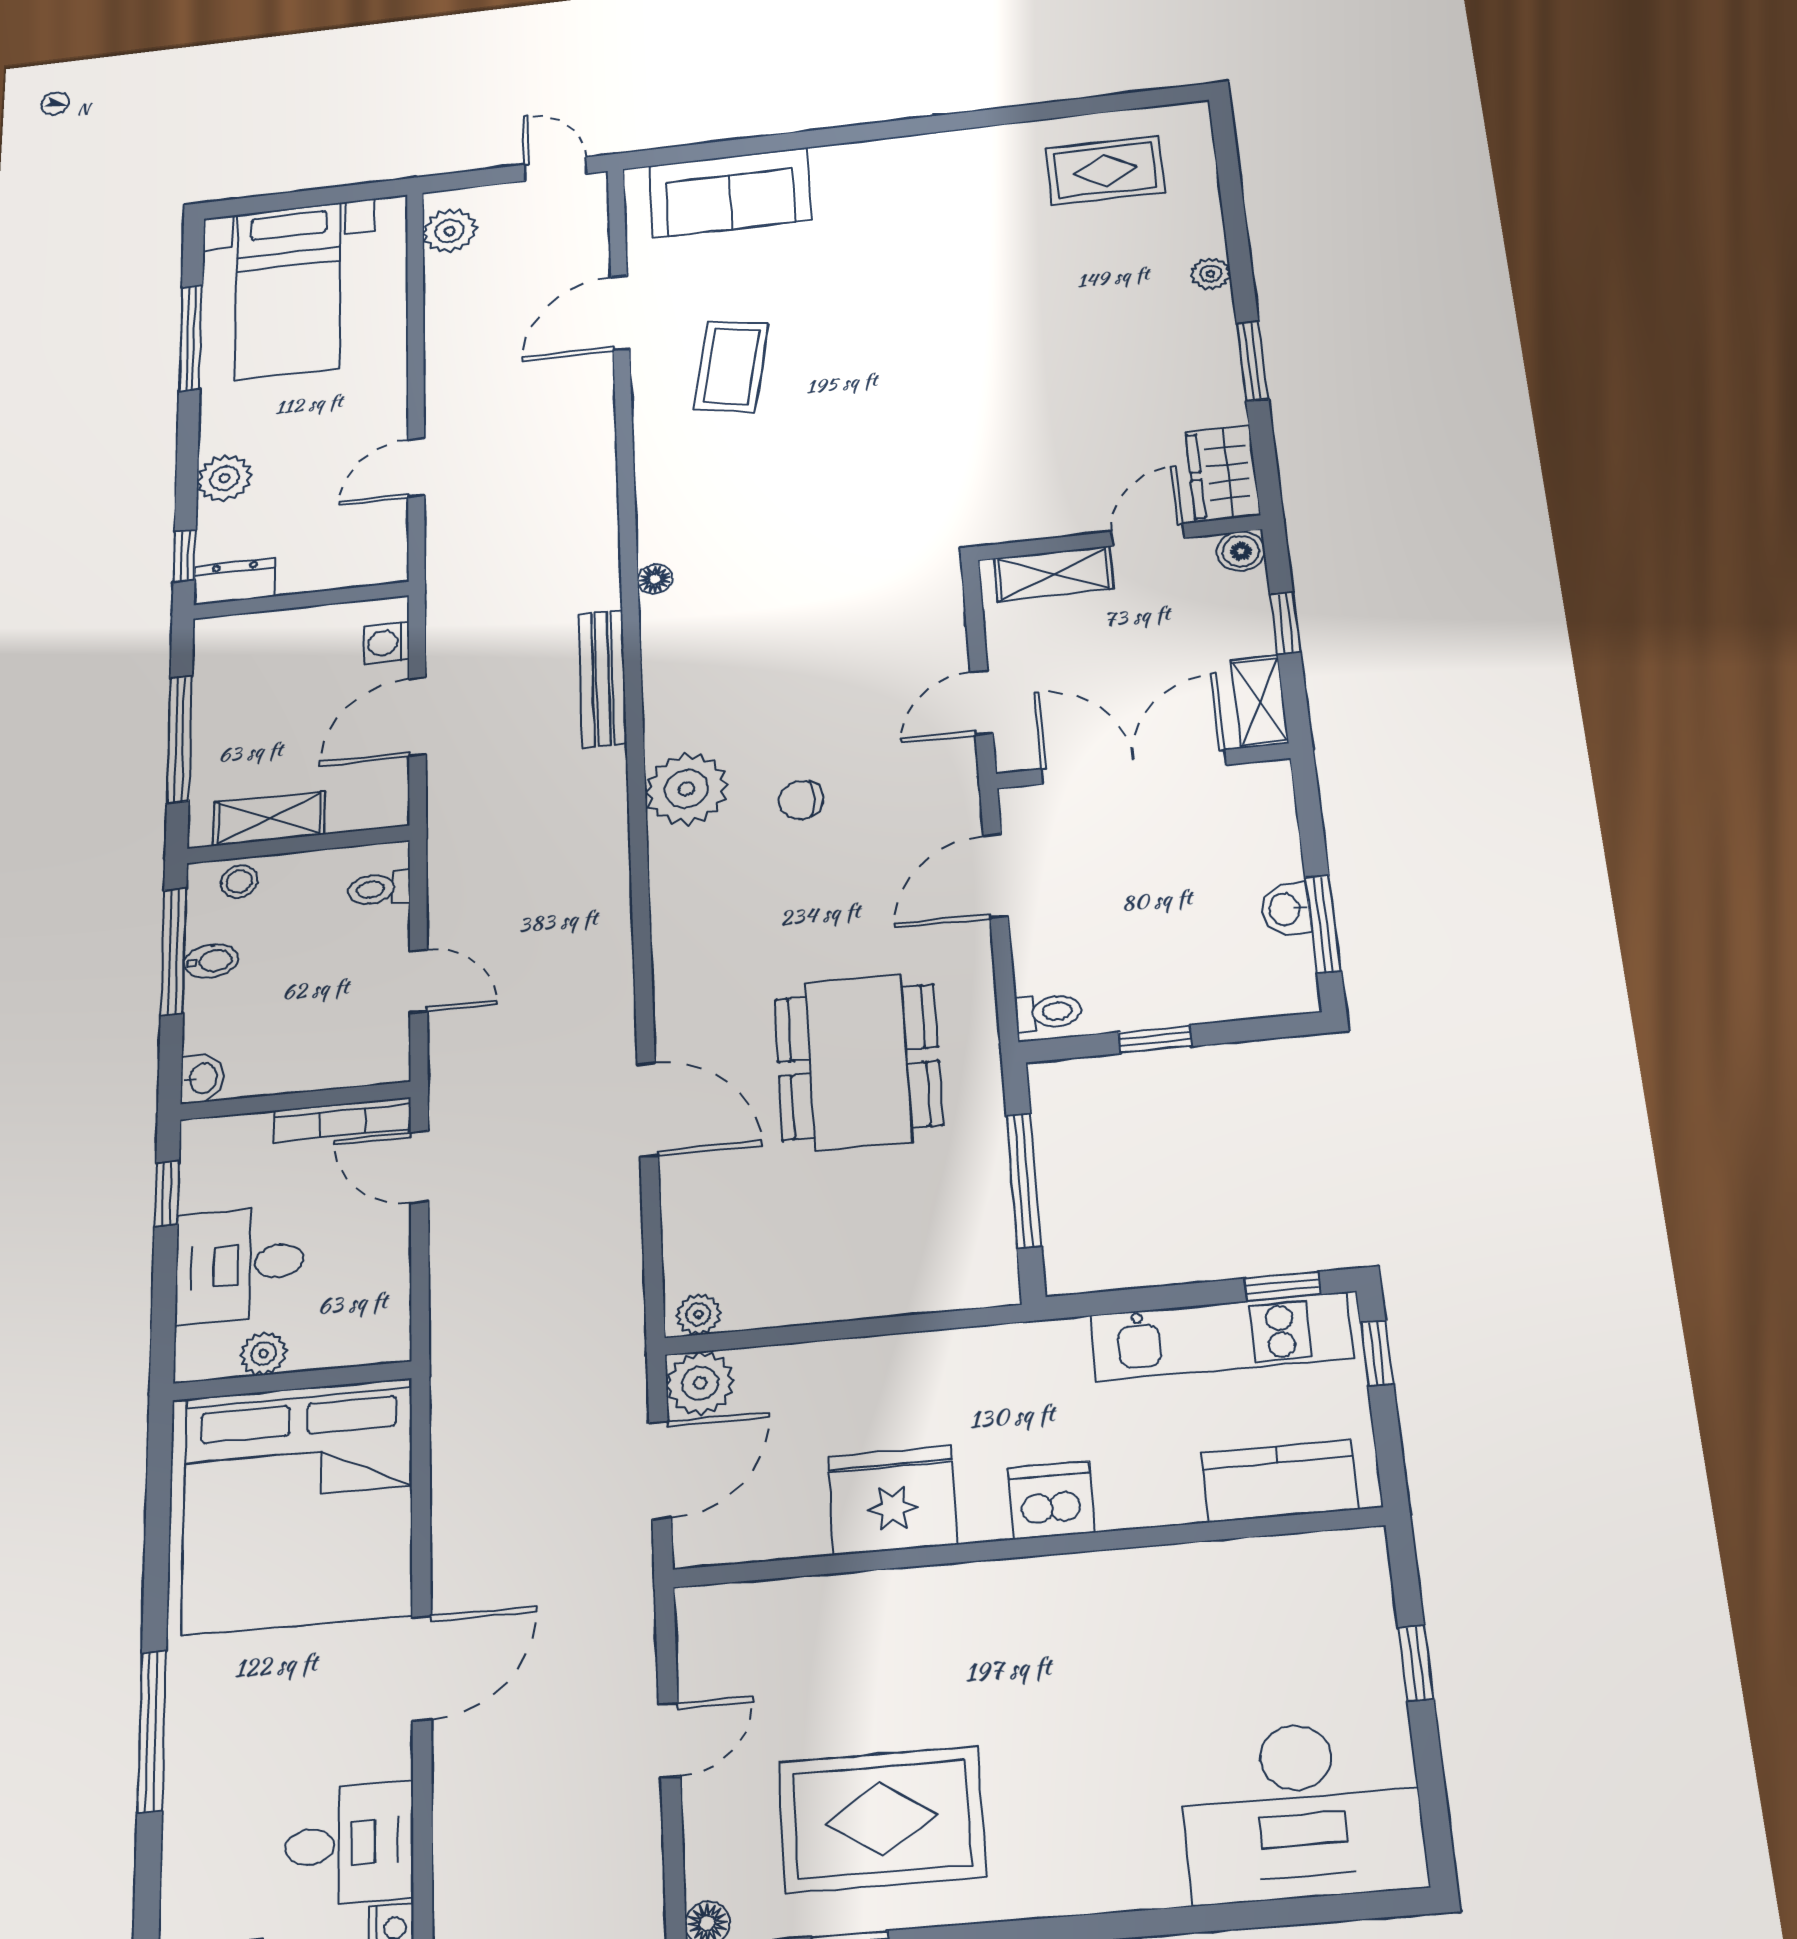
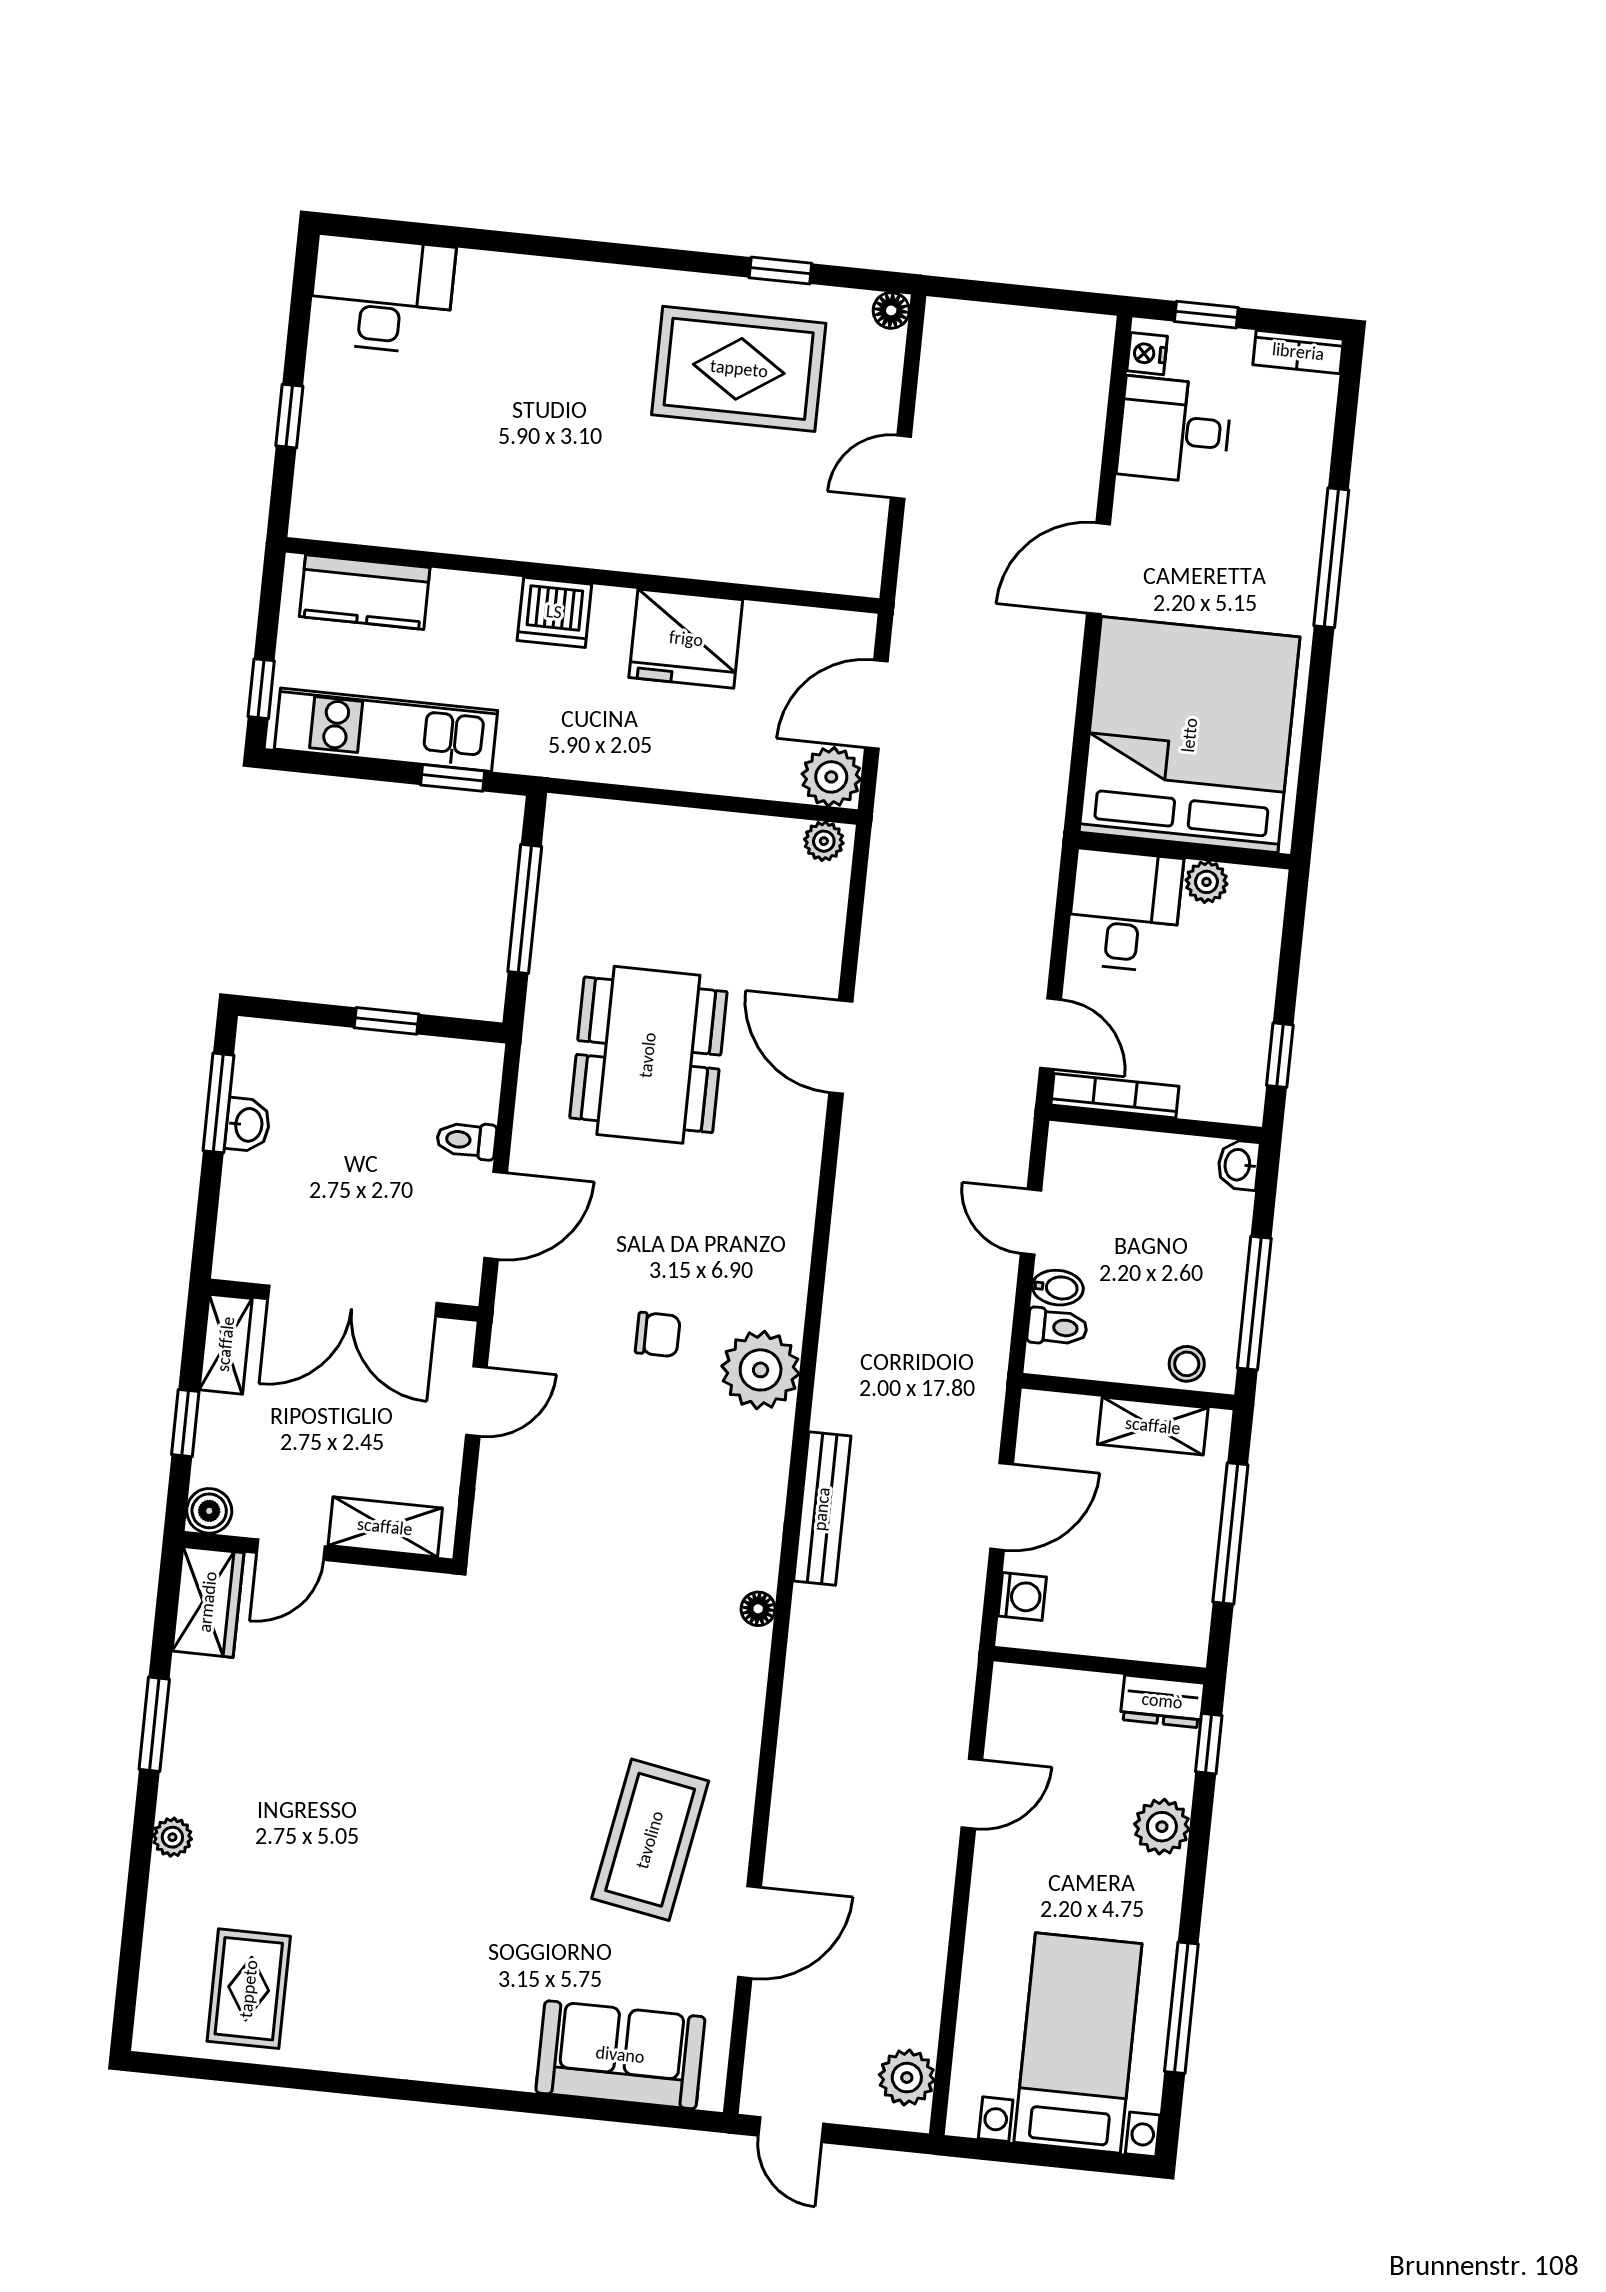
rug: (1105, 170) -> (249, 1989), turned 90
coffee table: (731, 367) -> (650, 1840), width x1.36, depth x1.32
bidet: (211, 961) -> (1058, 1288), moved, turned 180
toilet: (1048, 1012) -> (466, 1140), moved
desk: (240, 1265) -> (1125, 911), moved, turned -90
window: (1283, 1286) -> (453, 778), moved
desk: (1301, 1811) -> (382, 294), width x0.73, depth x0.77

